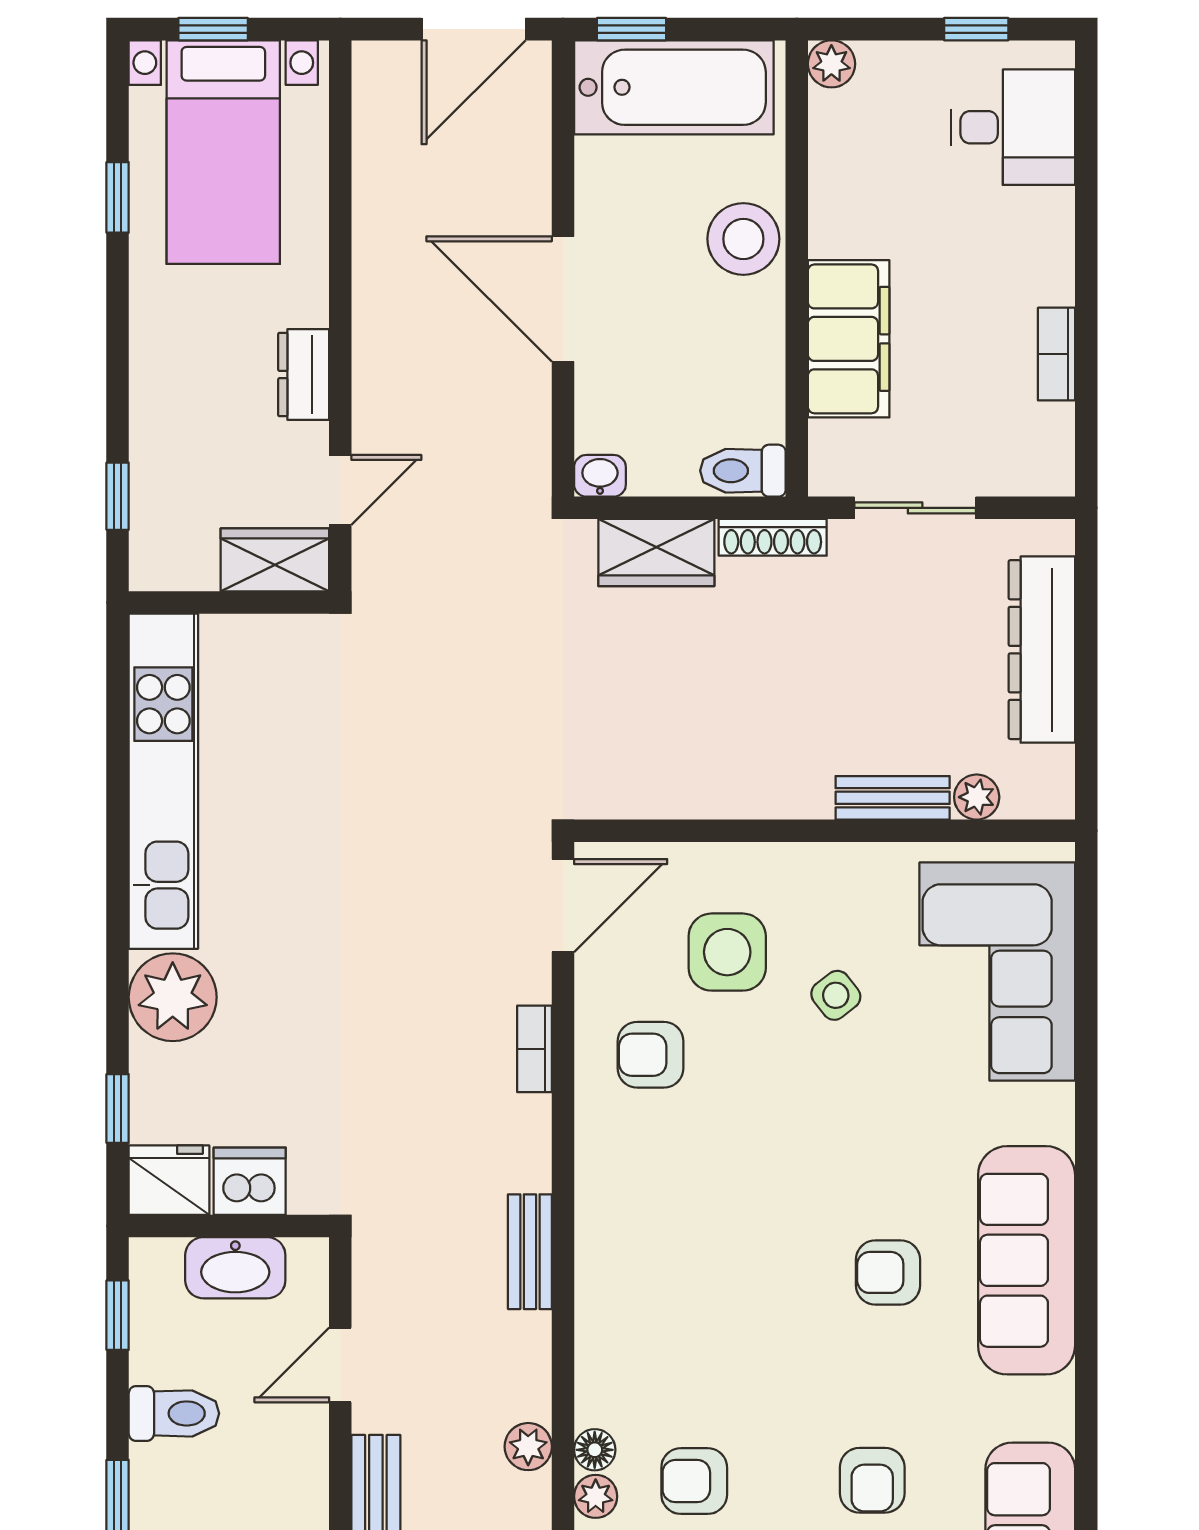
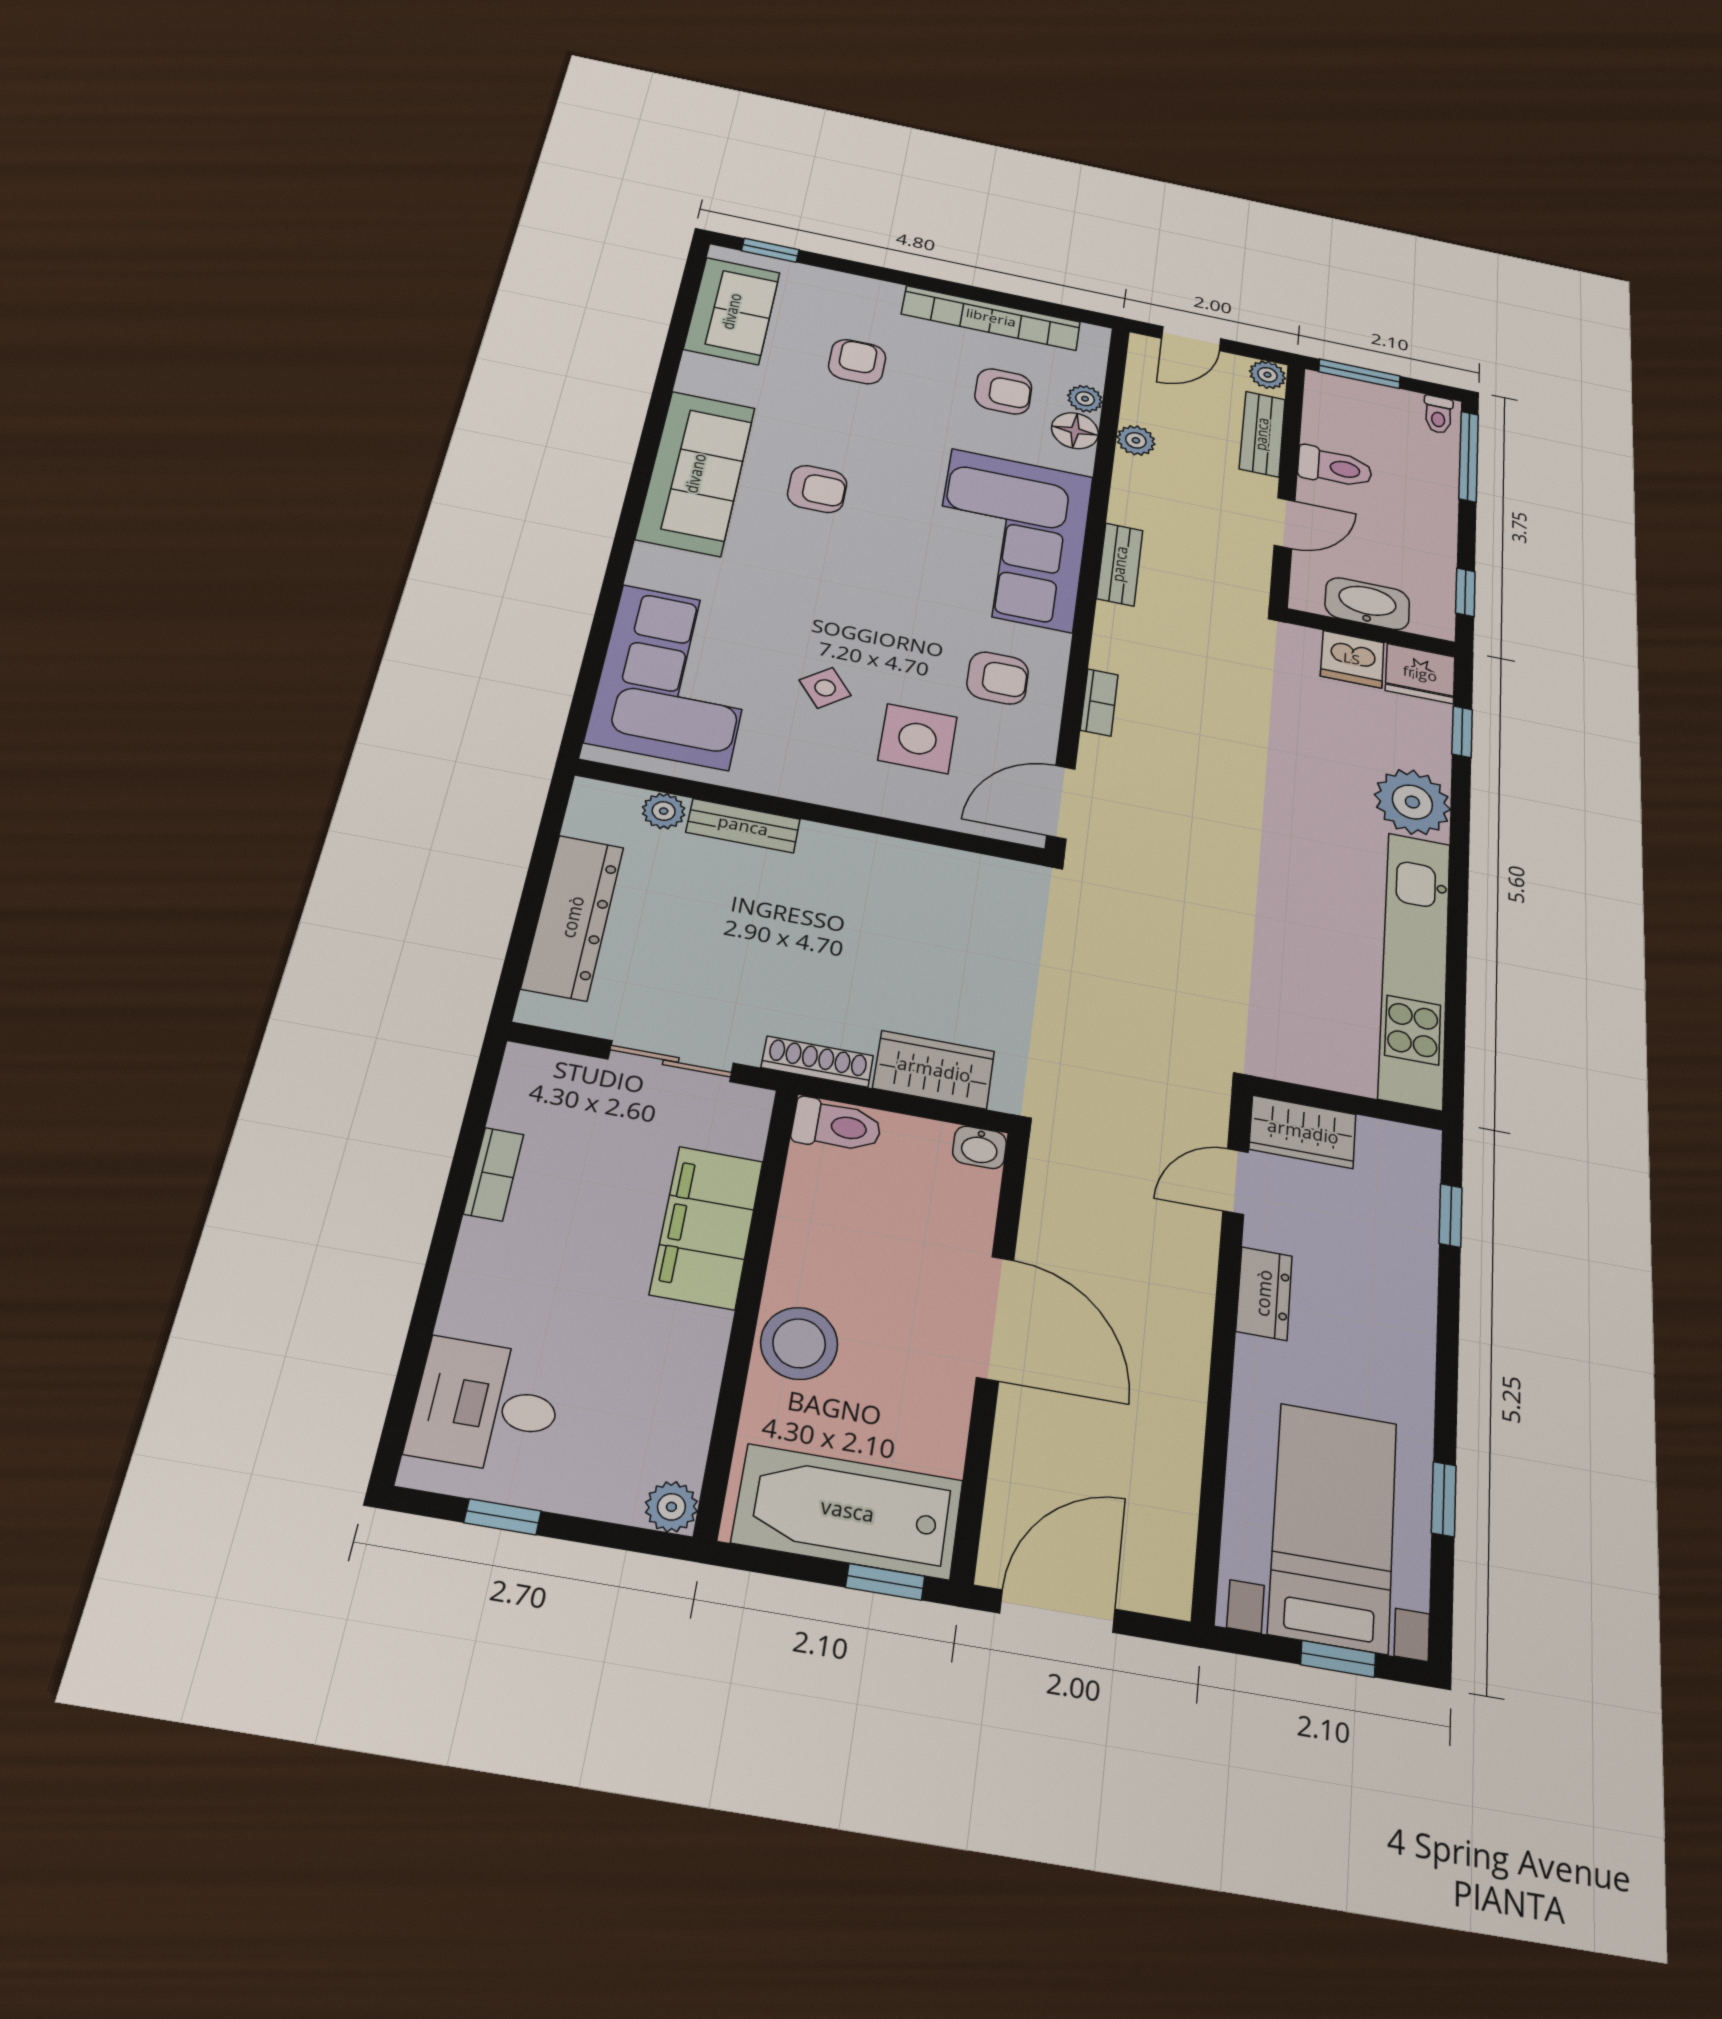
corner sofa: (659, 1256) -> (1011, 539), added
toilet: (174, 1413) -> (1335, 467), moved, turned 180
floor lamp: (595, 1450) -> (1075, 431), width x1.37, depth x1.37

